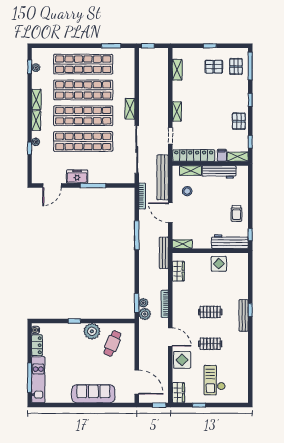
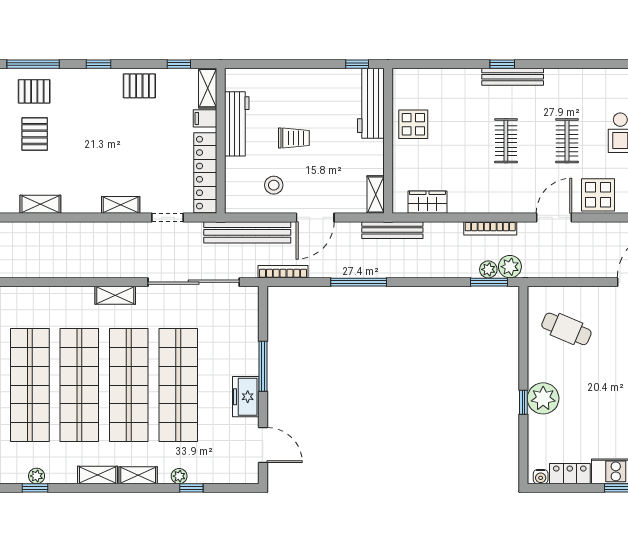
shelving: (190, 171) -> (234, 179), removed
trolley: (236, 213) -> (294, 138), moved
plant: (92, 331) -> (543, 398), moved

